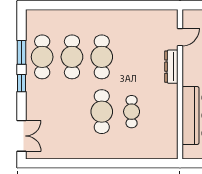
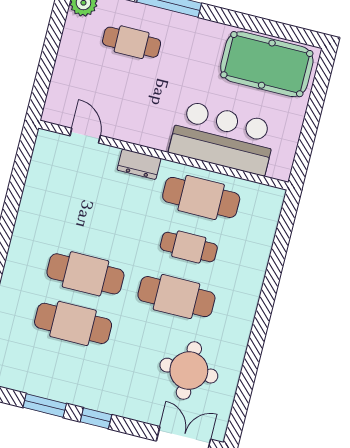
cafe table: (42, 57) -> (201, 197), moved
dresser: (171, 67) -> (139, 164), width x0.70
round table: (62, 129) -> (189, 371), added

